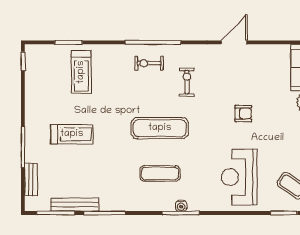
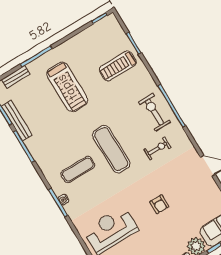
exercise bike: (149, 63) -> (154, 112), width x1.38, depth x1.39
treadmill: (72, 134) -> (67, 87), width x1.37, depth x1.38
exercise mat: (160, 173) -> (78, 170), turned 90

